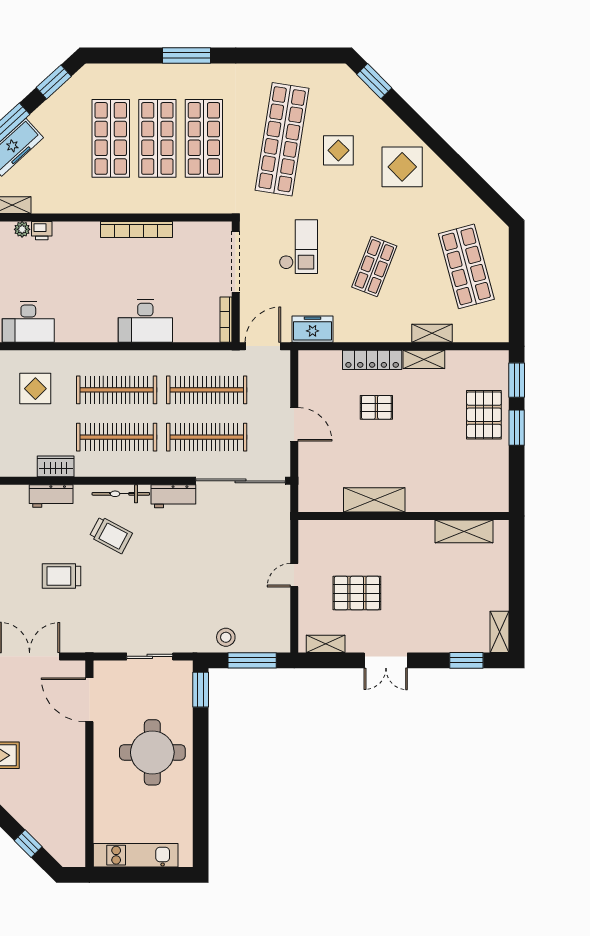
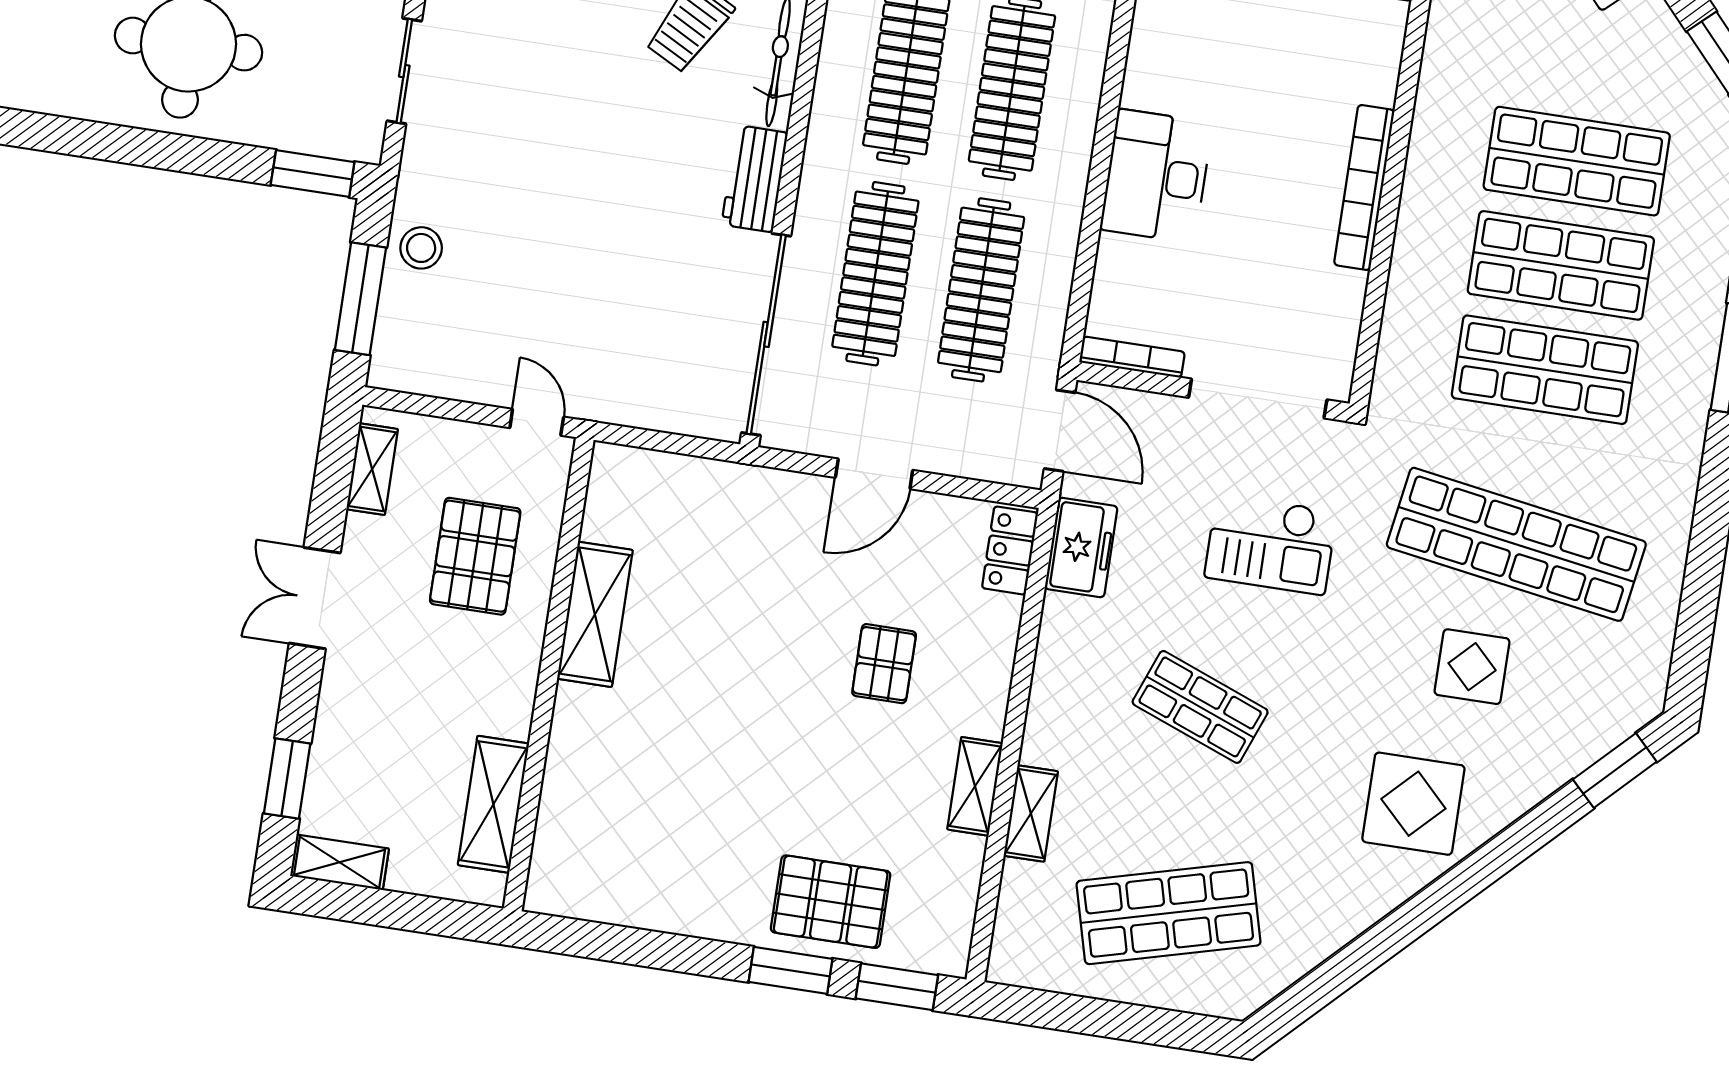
locker: (372, 360) -> (1010, 550), moved, width x0.66
shelving: (374, 500) -> (595, 614), moved
wall: (403, 516) -> (549, 674), moved
shelving: (464, 531) -> (493, 804), moved

